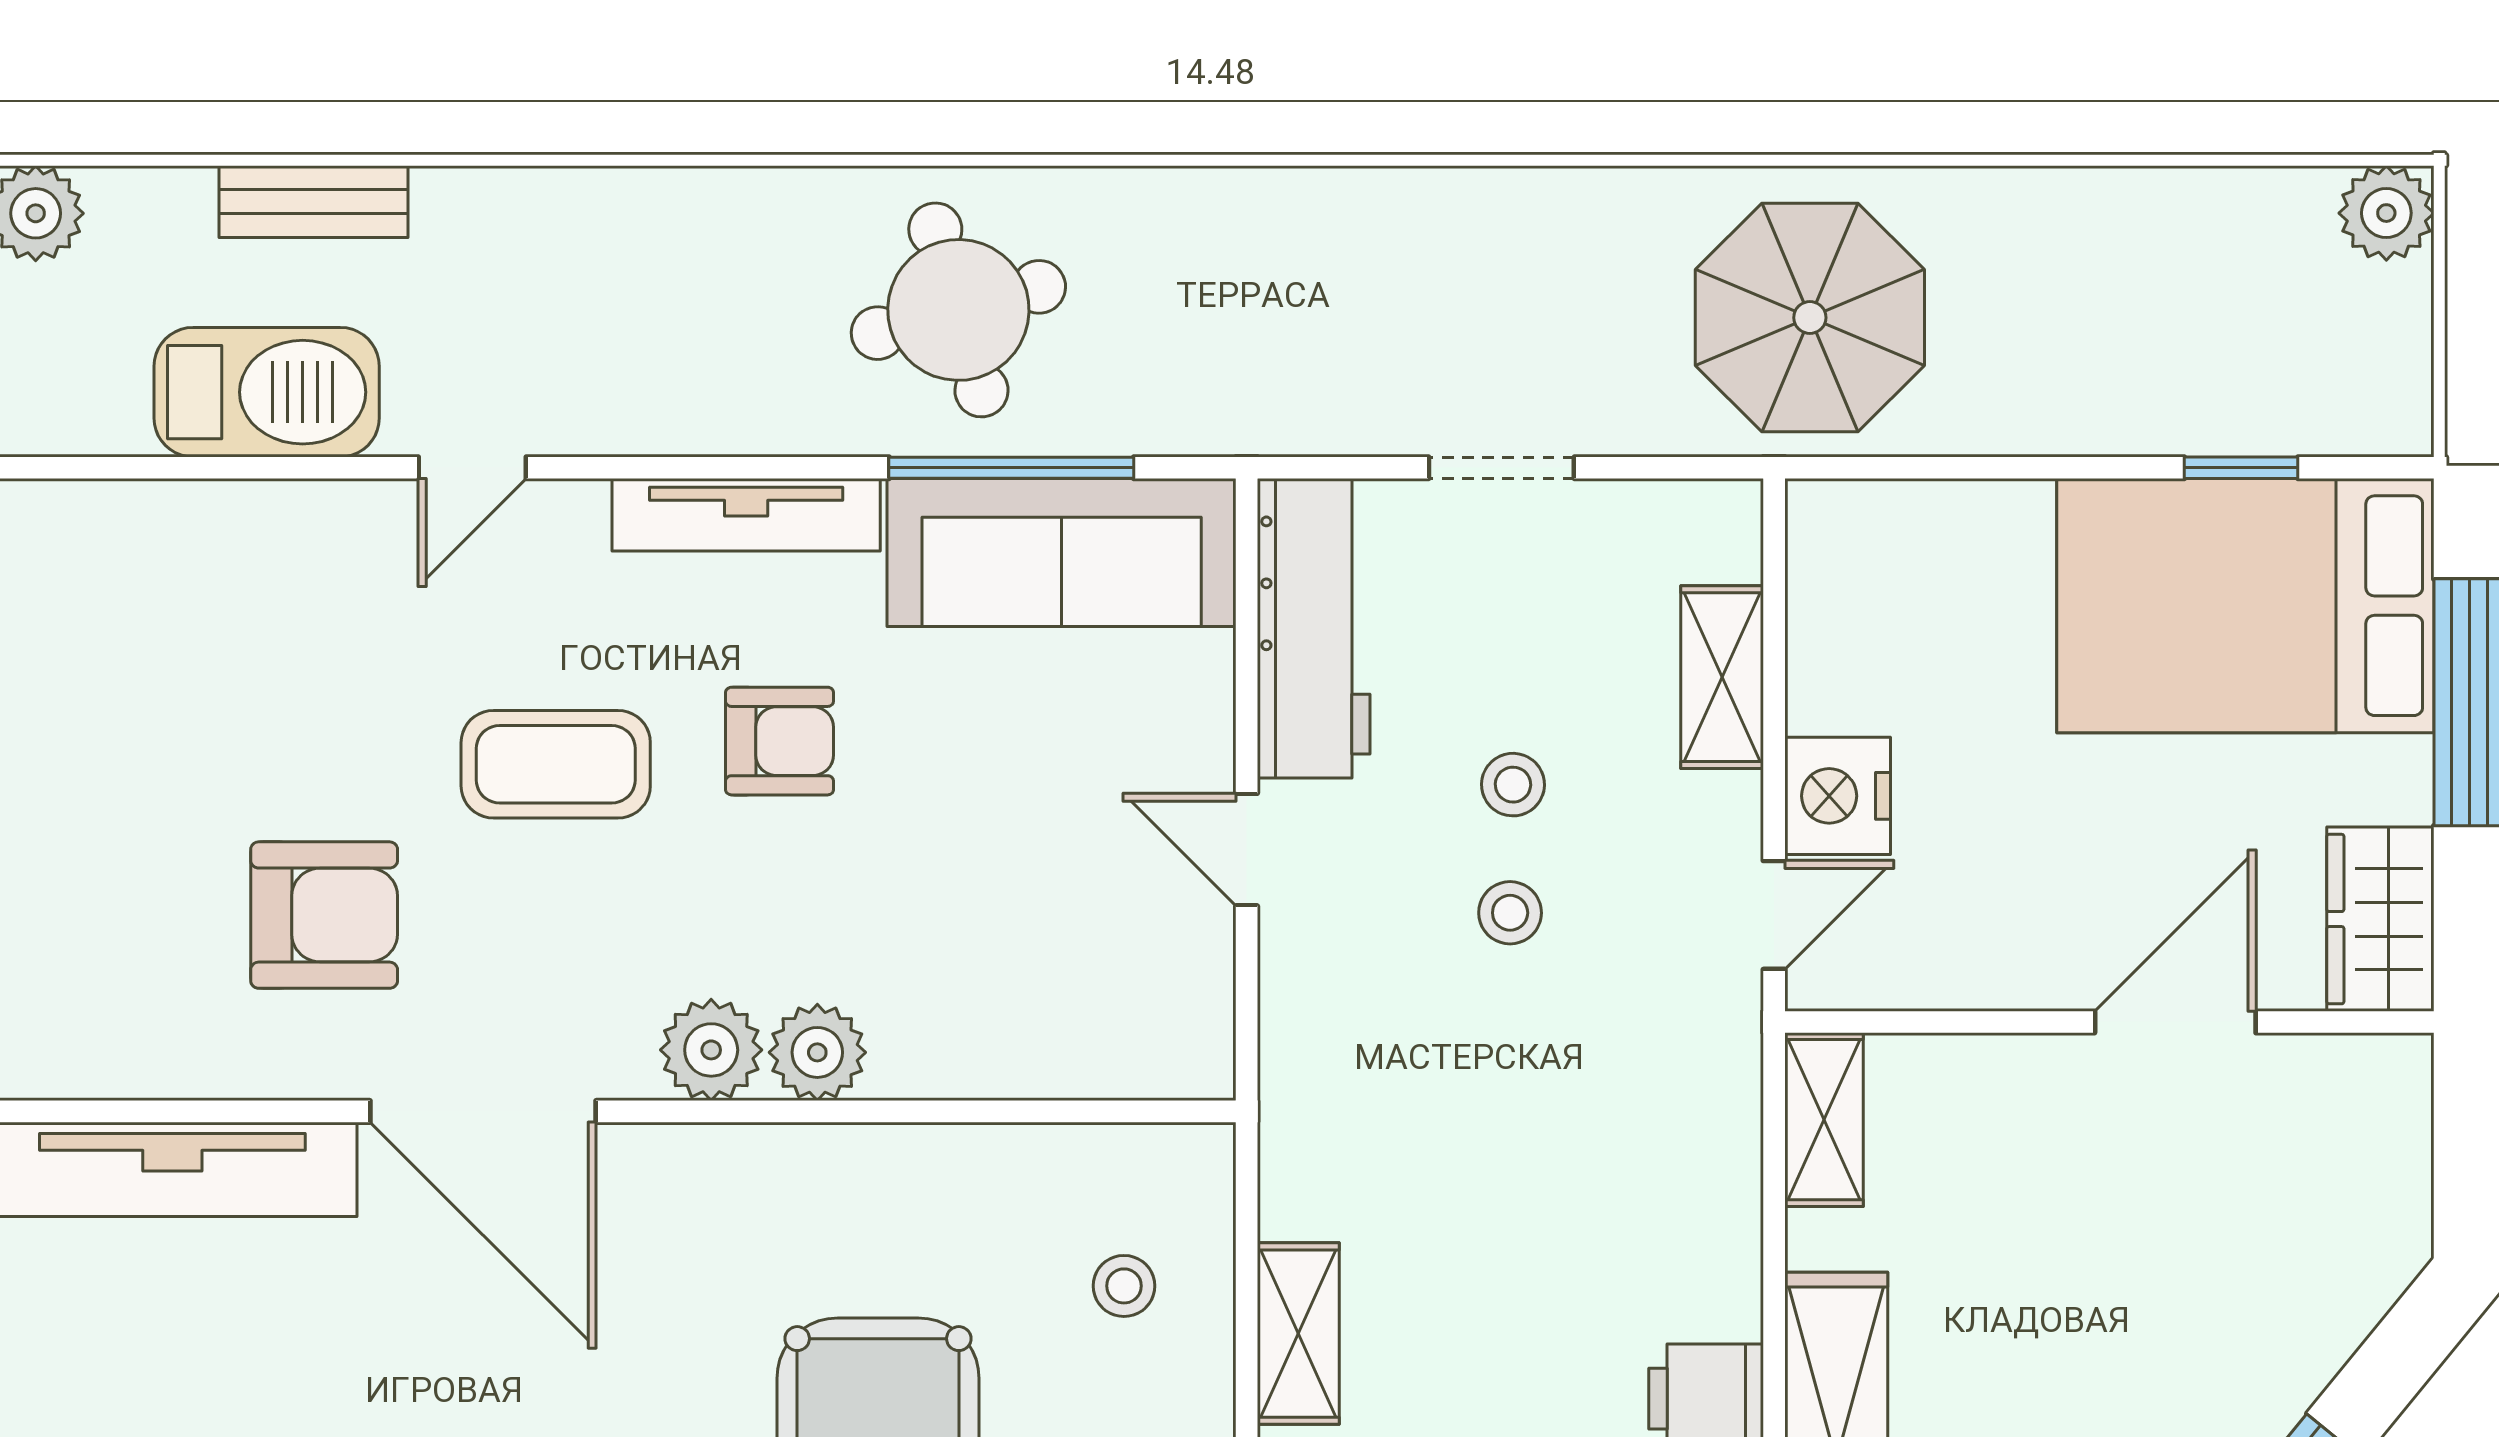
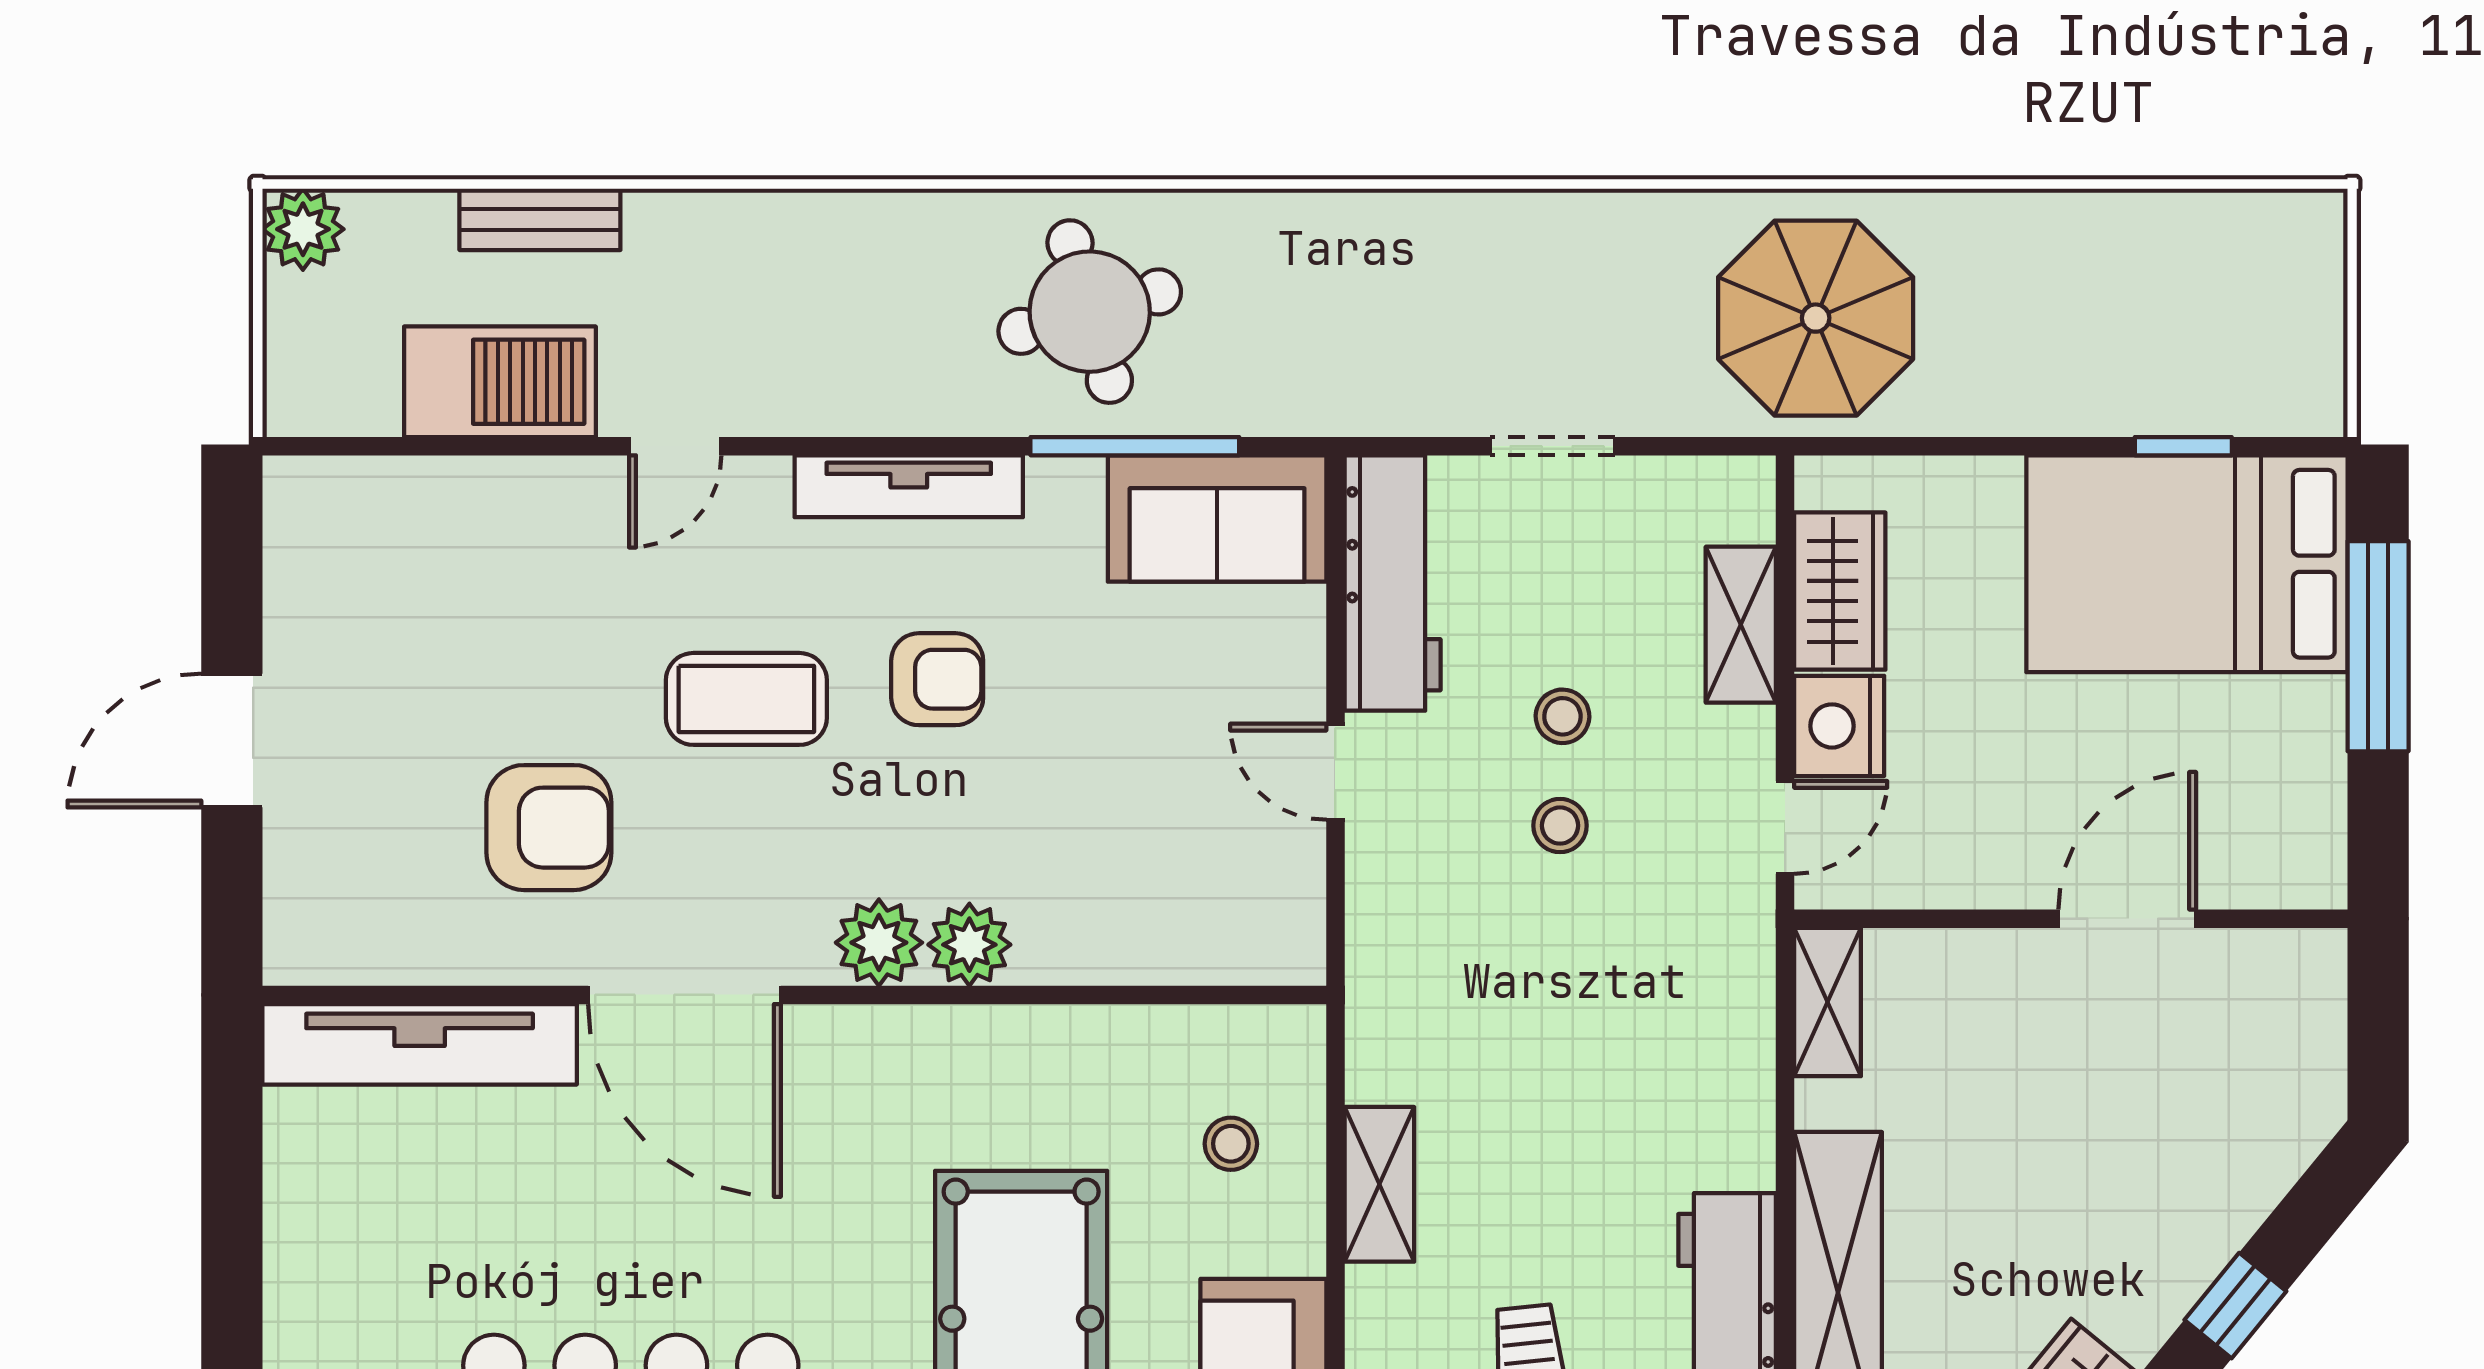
plant: (2386, 213) -> (2307, 229), removed
sofa: (1062, 553) -> (1217, 518), width x0.73
wardrobe: (2380, 919) -> (1840, 591), moved, turned 180

